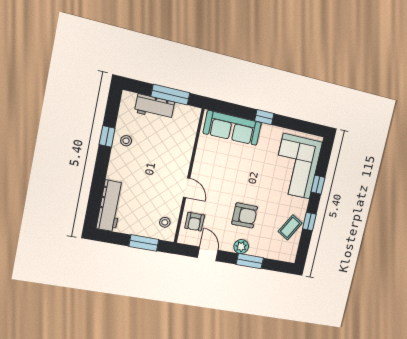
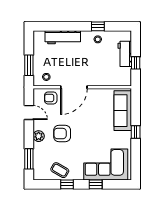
window: (170, 95) -> (136, 63), width x0.46
door: (187, 188) -> (74, 87), width x1.88
workbench: (110, 206) -> (63, 37), moved
armchair: (245, 215) -> (62, 134), turned 90
door: (208, 254) -> (29, 113), hinge flipped
window: (250, 261) -> (29, 159), moved

